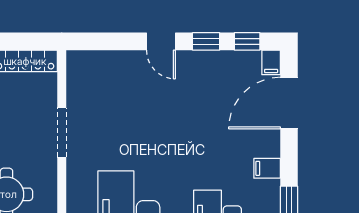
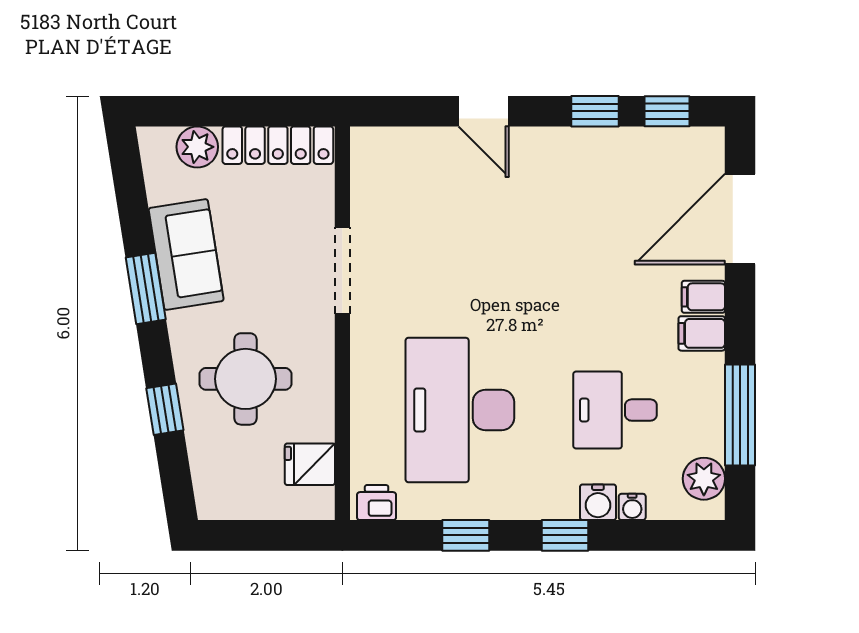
door: (161, 41) -> (484, 111), moved
filing cabinet: (271, 62) -> (703, 297), moved, turned 90

